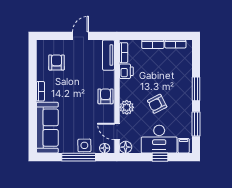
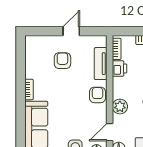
tv unit: (108, 55) -> (101, 64), moved
armchair: (57, 62) -> (62, 61), moved
door: (117, 132) -> (110, 132), hinge flipped

